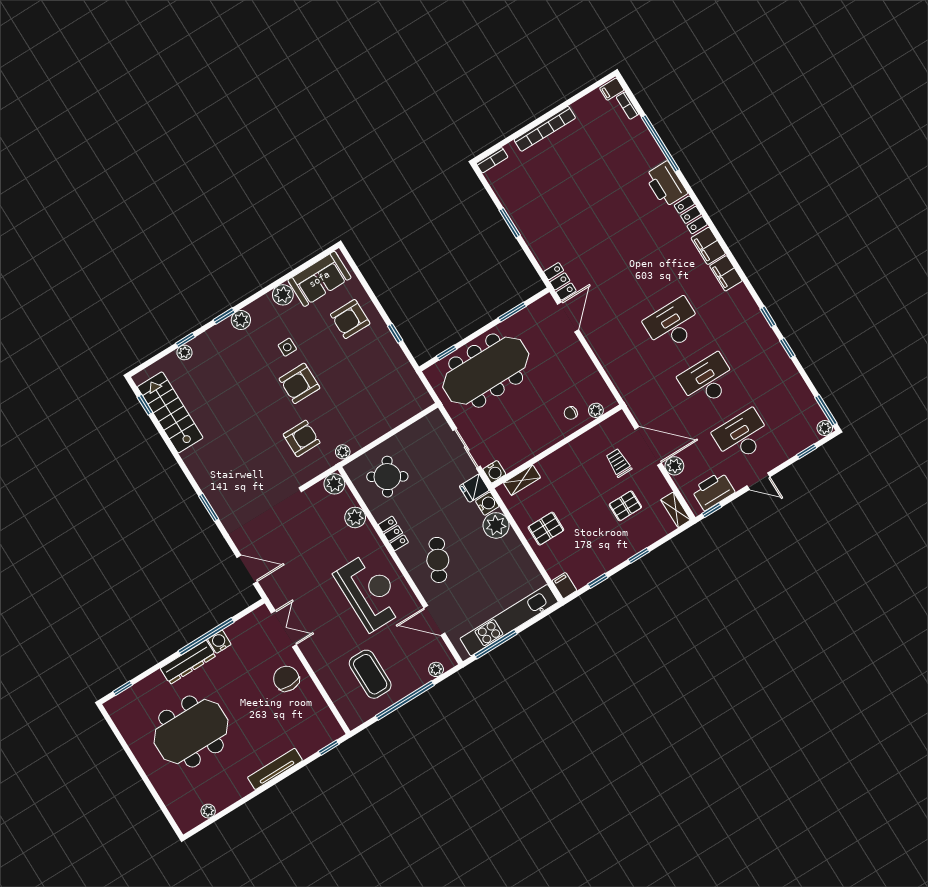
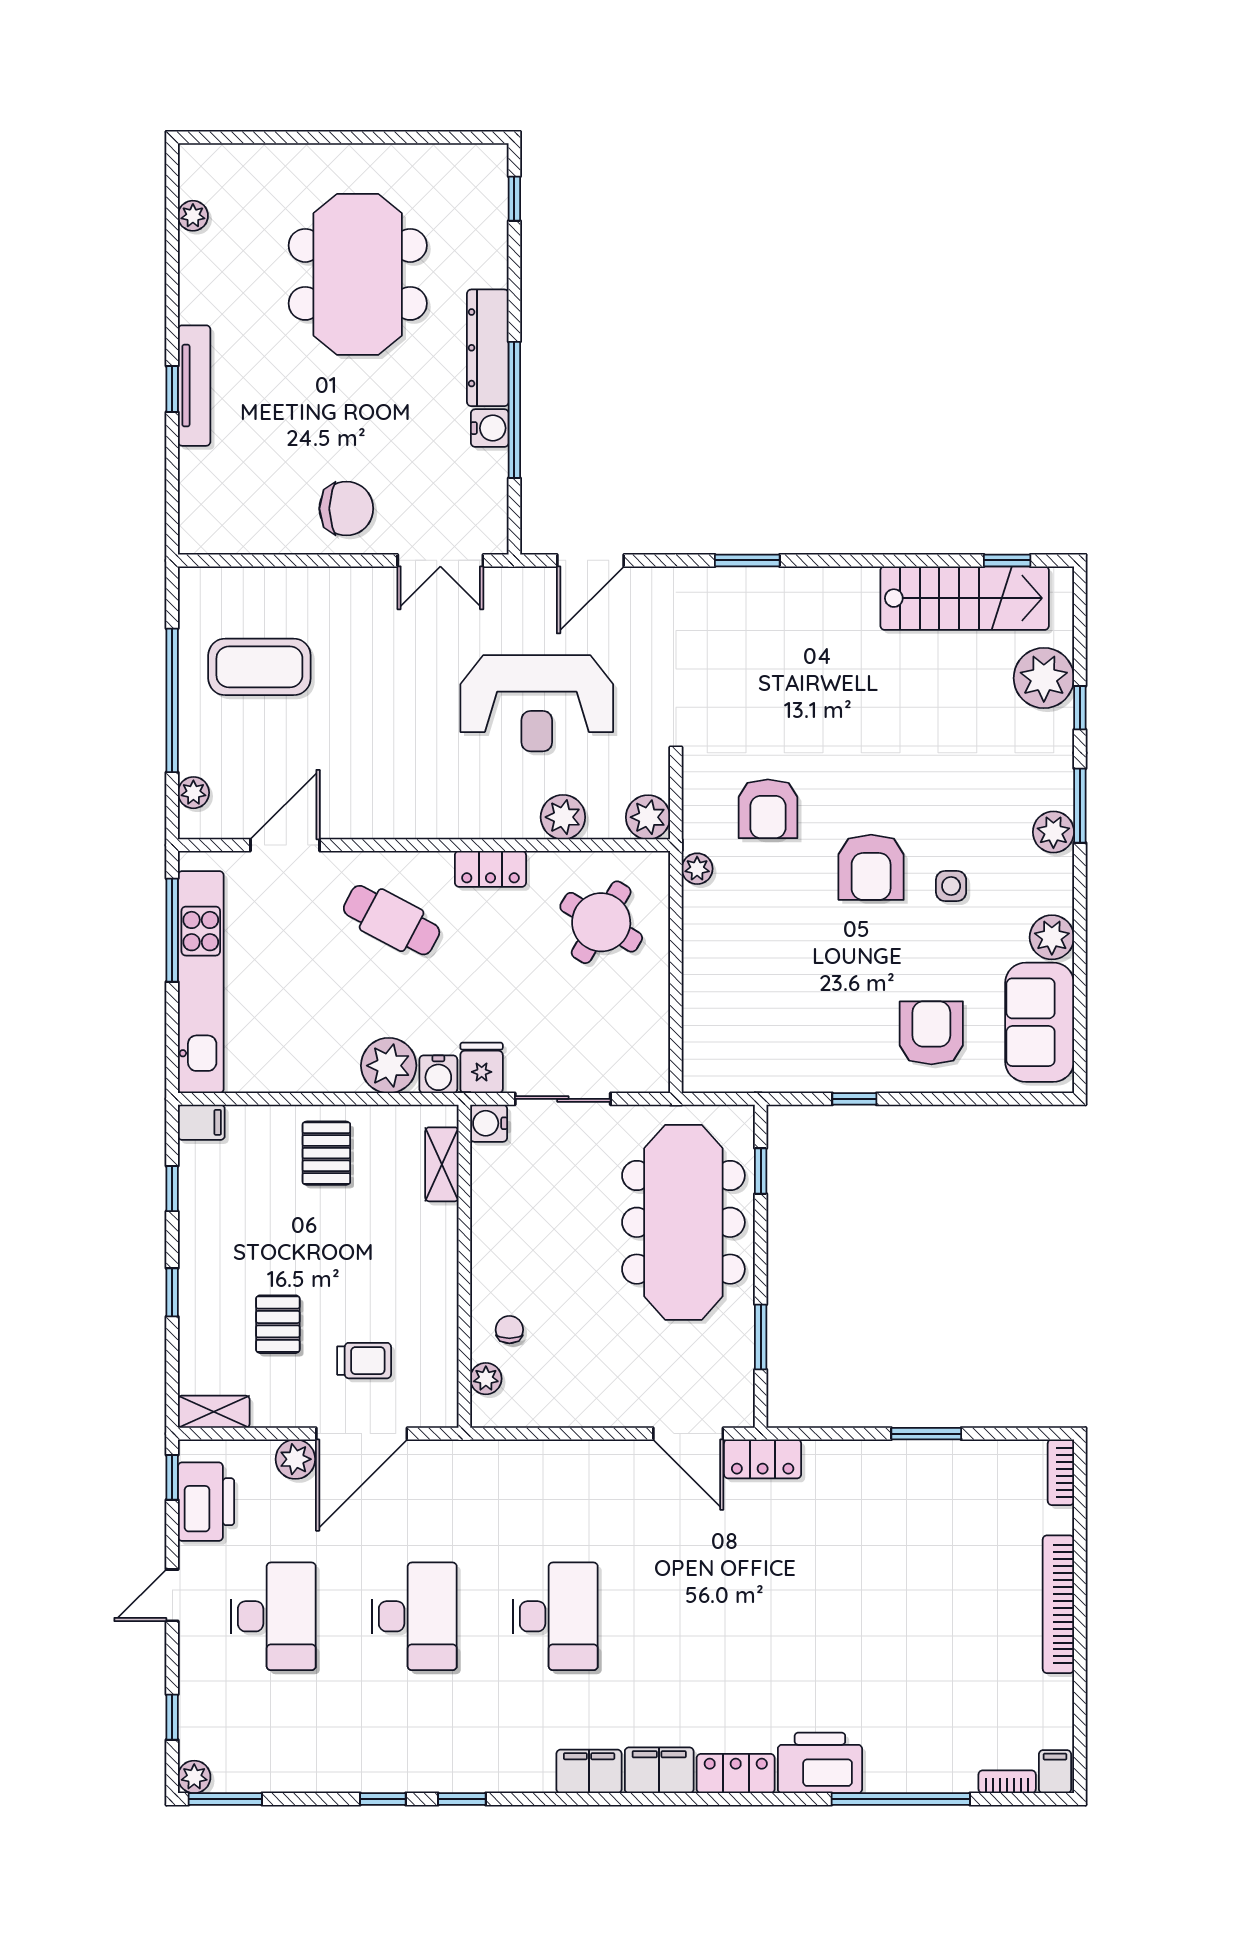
window: (224, 316) -> (1080, 806), width x1.50
plant: (184, 352) -> (1044, 678), width x1.88, depth x1.88
armchair: (299, 383) -> (871, 867), turned 180
reception desk: (370, 592) -> (537, 703), moved
window: (329, 748) -> (172, 389), moved

